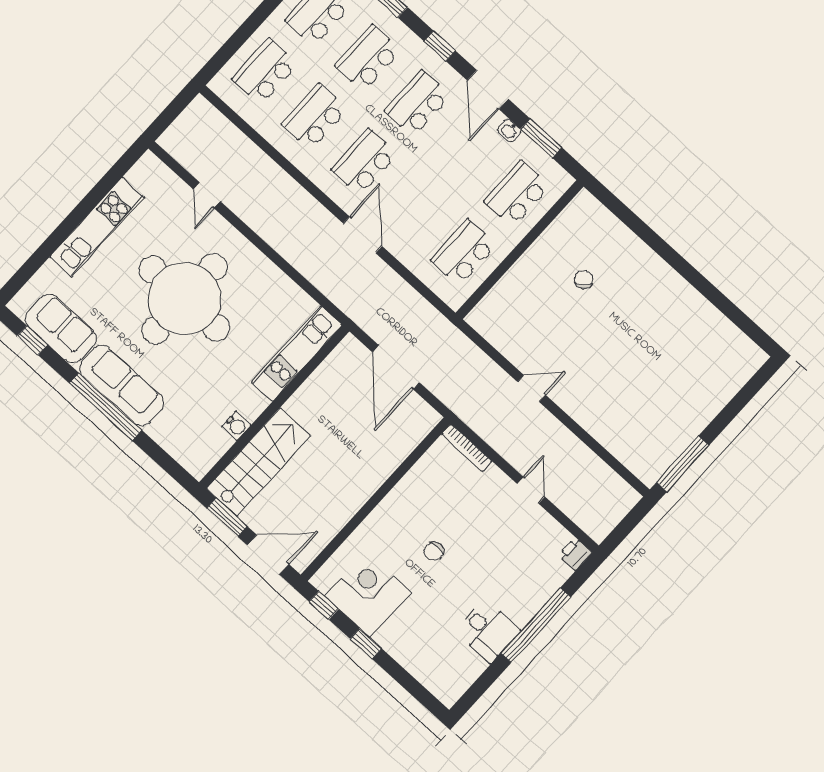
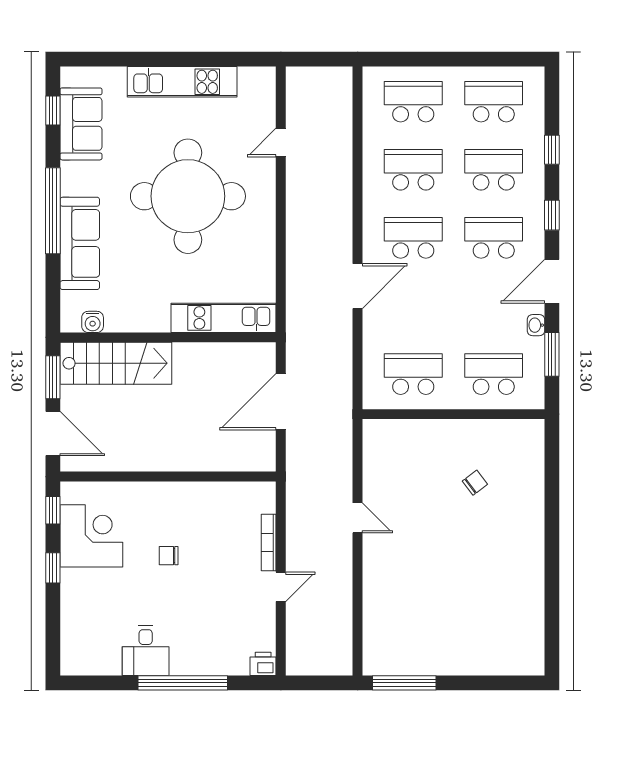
sofa: (122, 386) -> (80, 243), moved
water cooler: (236, 426) -> (93, 322), moved
bookcase: (467, 448) -> (269, 543), moved

